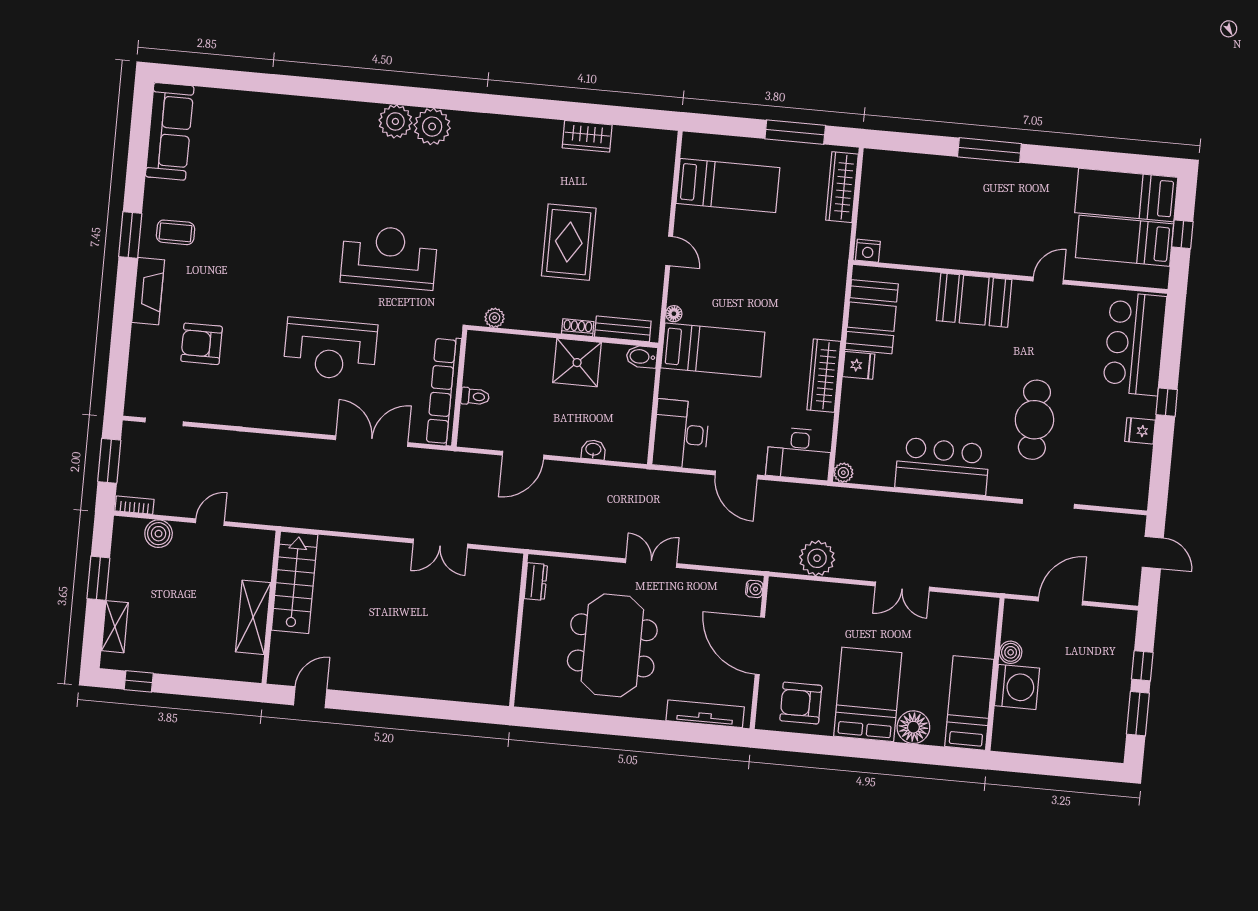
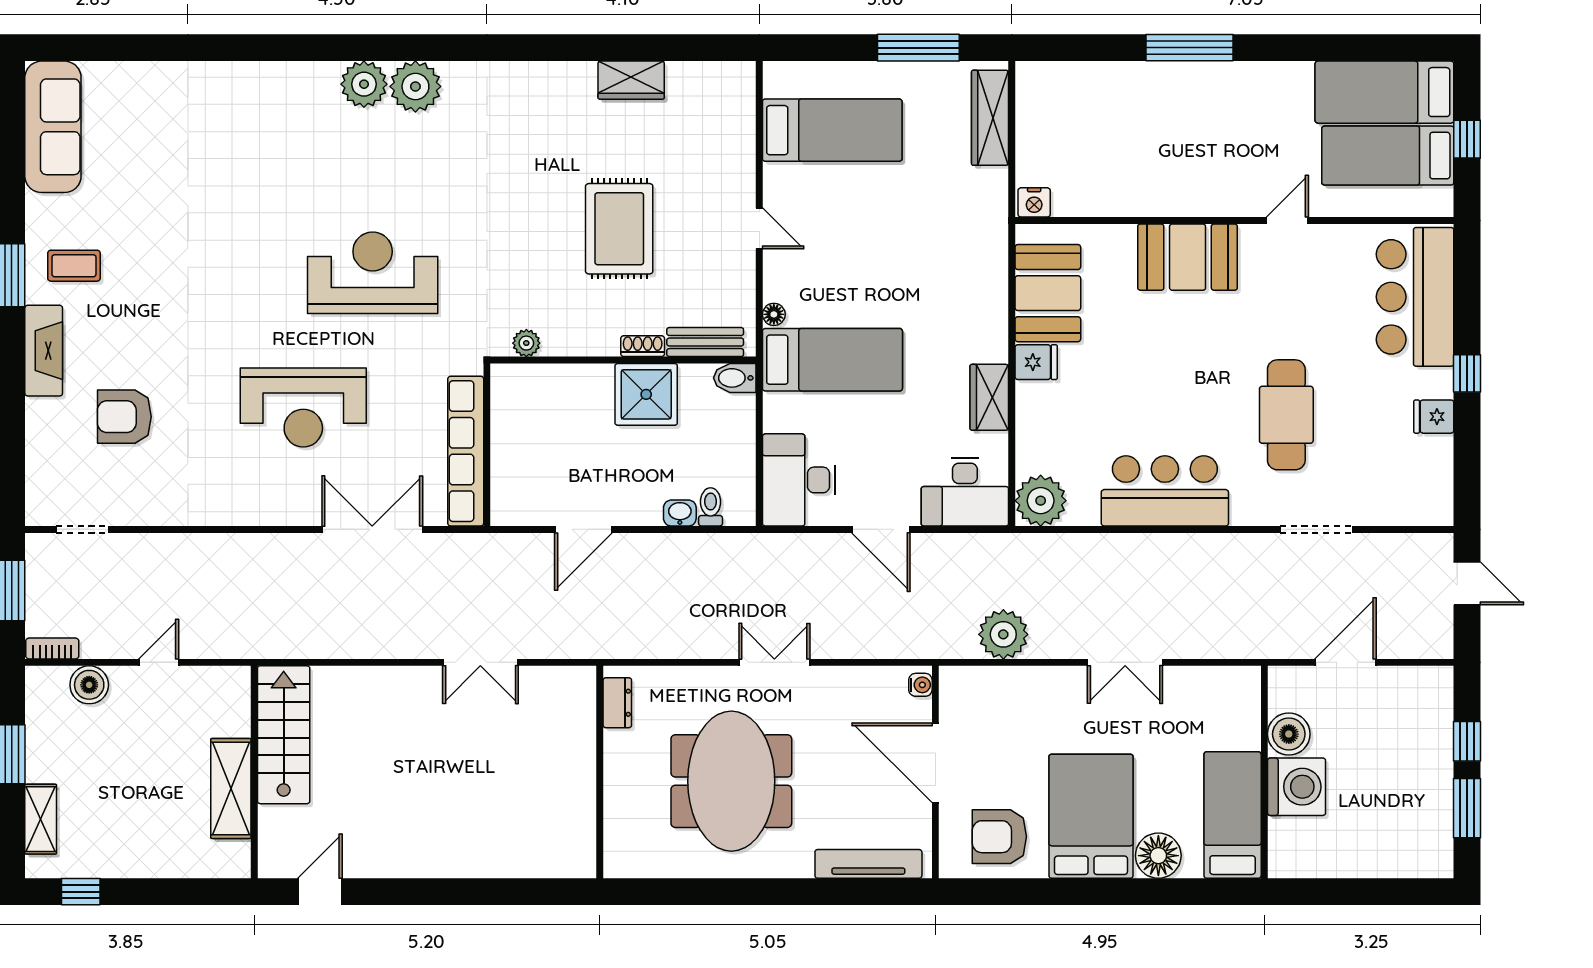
wardrobe: (824, 376) -> (989, 397), width x0.67
toilet: (475, 397) -> (711, 507), moved, turned -90
plant: (843, 473) -> (1041, 501), width x1.87, depth x1.87
boiler: (1011, 652) -> (1289, 734), width x1.36, depth x1.36

